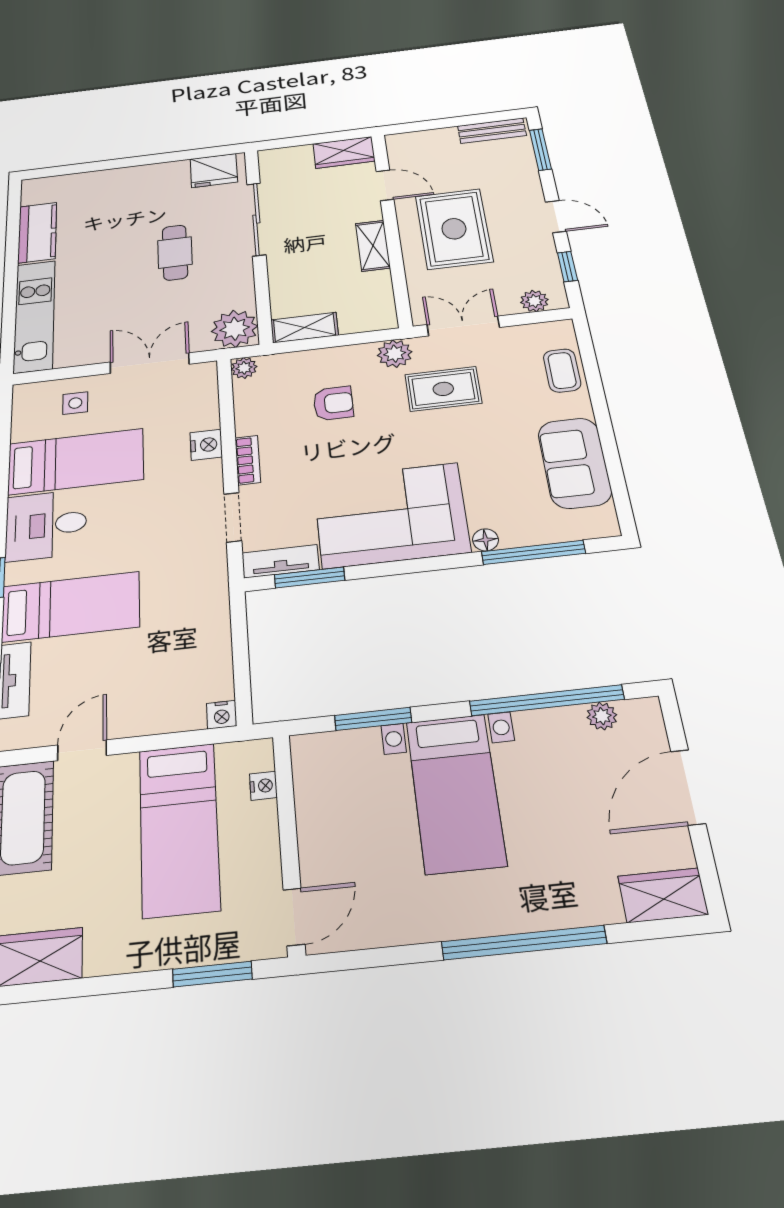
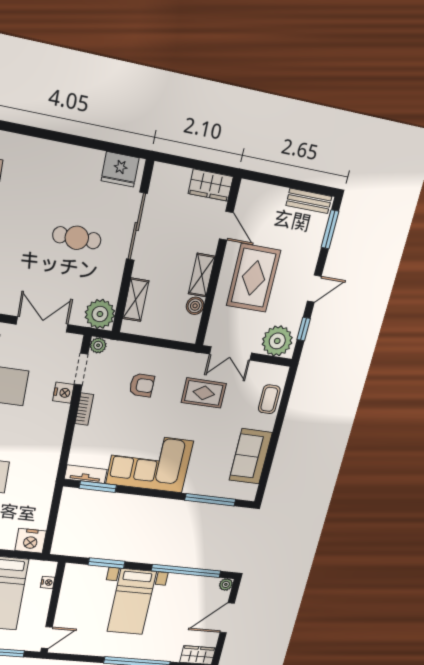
door: (556, 217) -> (314, 289), hinge flipped
cafe table: (175, 252) -> (77, 238), turned 90
boiler: (378, 283) -> (195, 306), added
plant: (534, 301) -> (277, 341), width x1.88, depth x1.88
double door: (463, 326) -> (231, 353), swing flipped
shelving: (304, 328) -> (136, 300), moved, turned 90
plant: (395, 354) -> (186, 361), removed
doorway: (233, 517) -> (81, 369), moved
floor lamp: (486, 540) -> (191, 488), removed
nightstand: (222, 715) -> (31, 541), width x1.89, depth x1.79
plant: (602, 716) -> (226, 584), moved

